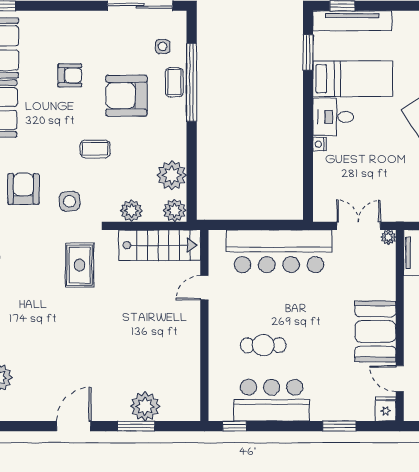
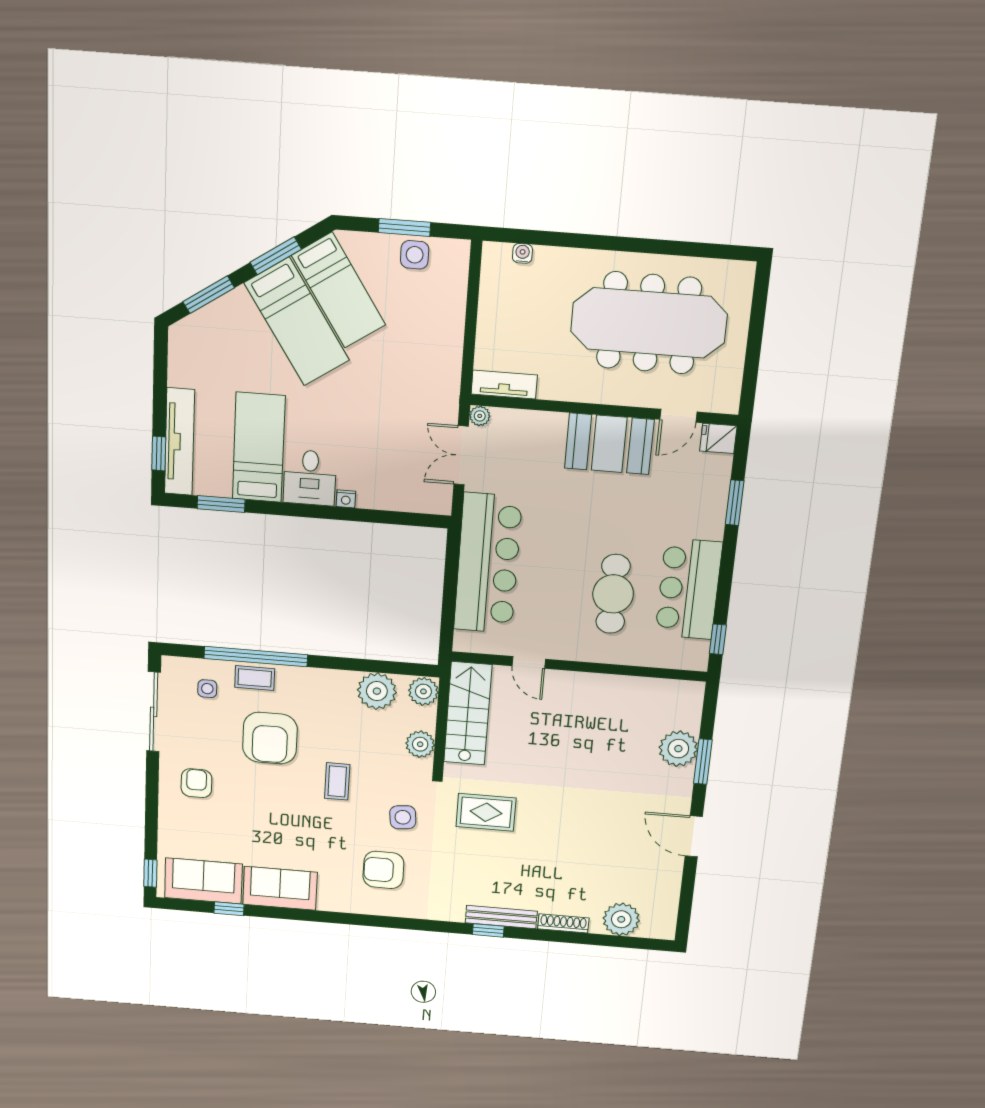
armchair: (70, 75) -> (196, 783), moved
cafe table: (263, 345) -> (613, 594), width x1.37, depth x1.35

